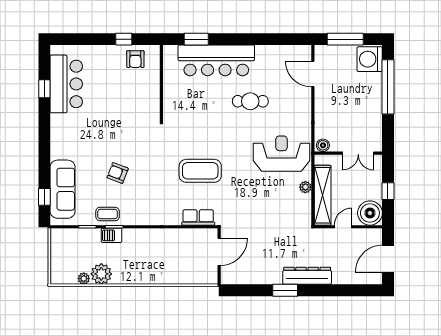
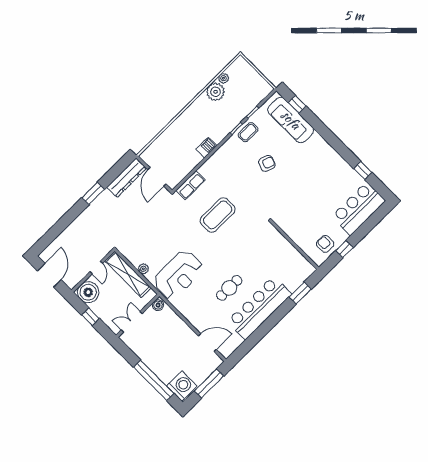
bar counter: (216, 60) -> (259, 308), moved
bar counter: (66, 84) -> (358, 209), moved, turned 90
barbecue: (112, 235) -> (207, 147), moved
dresser: (307, 276) -> (127, 178), moved

